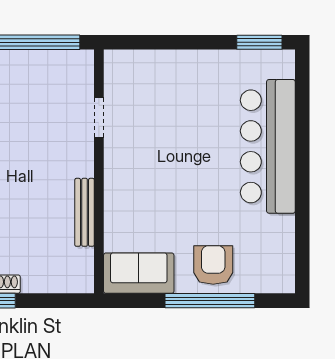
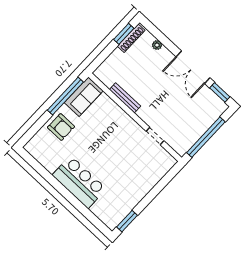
bar counter: (268, 146) -> (79, 182), width x0.73
window: (210, 301) -> (65, 96), moved

